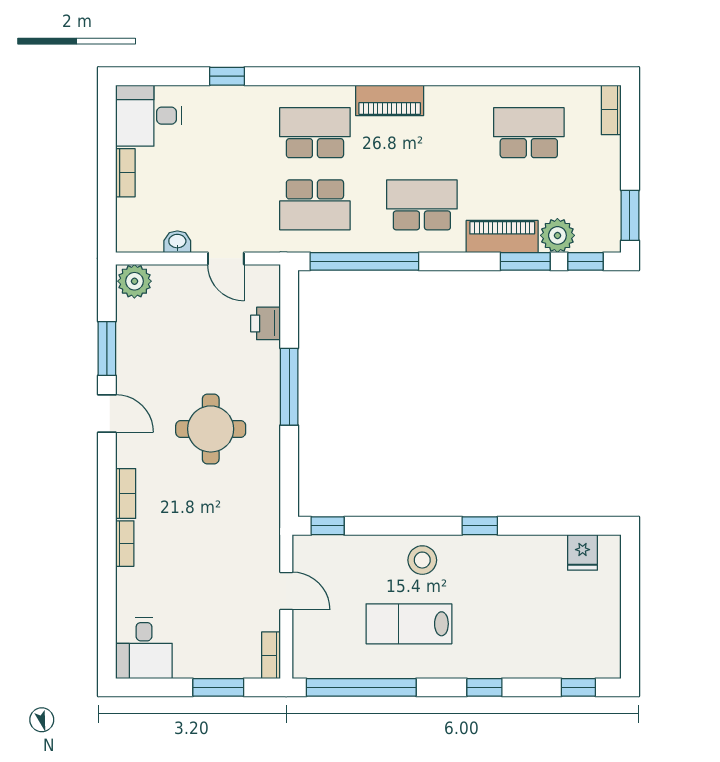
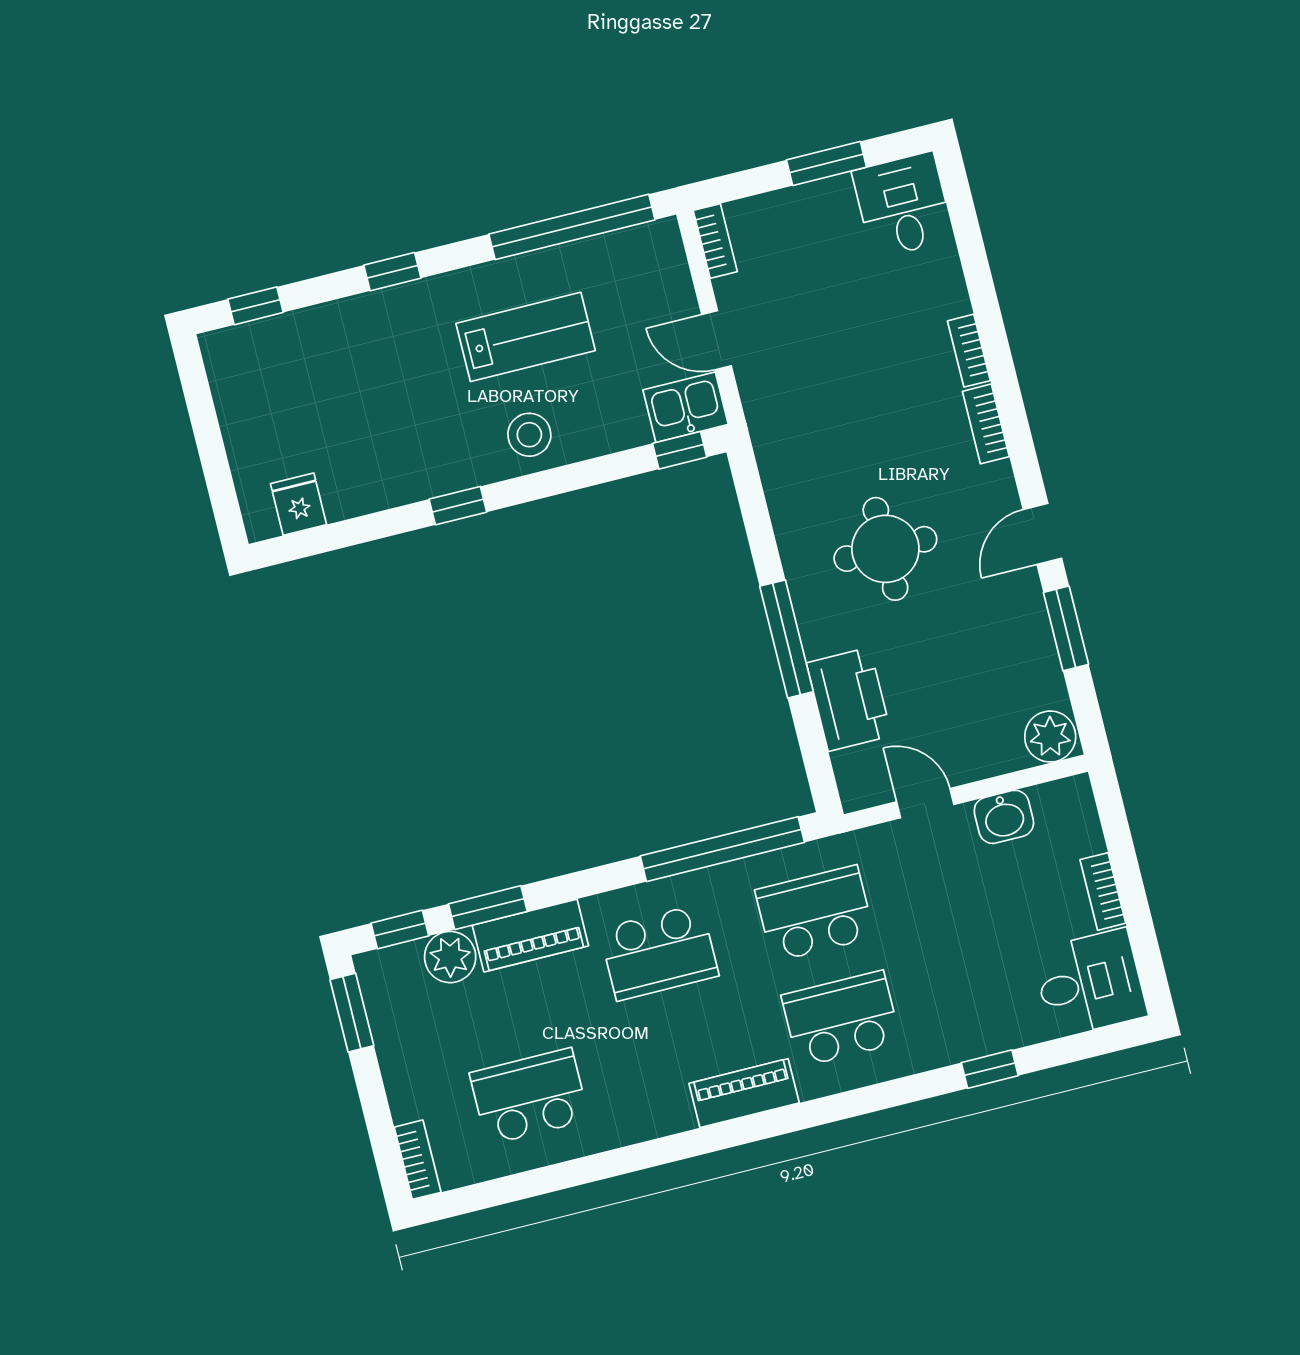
school desk: (315, 133) -> (841, 1019), turned 180
school desk: (529, 133) -> (529, 1096), turned 180
washbasin: (177, 242) -> (1004, 817), width x1.38, depth x1.45
printer: (265, 323) -> (849, 699), width x1.87, depth x1.48
door: (107, 413) -> (1042, 534), hinge flipped
kitchen sink: (317, 553) -> (686, 407), added
window: (218, 687) -> (826, 163), moved

